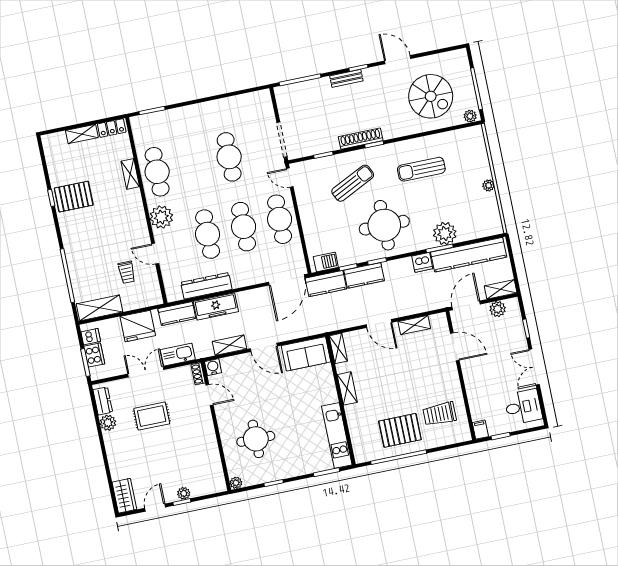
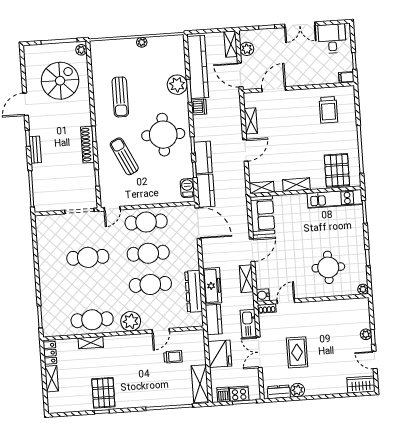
pallet: (400, 430) -> (337, 170), moved

